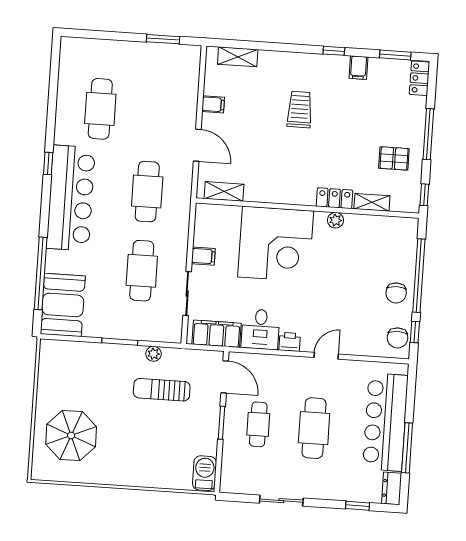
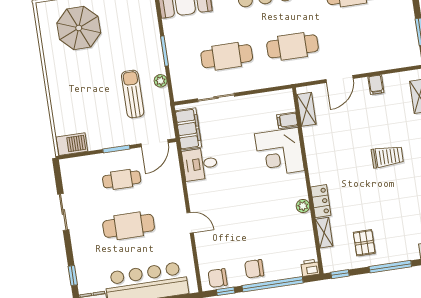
corner desk: (276, 244) -> (279, 152), width x0.74, depth x0.74
filing cabinet: (203, 256) -> (287, 120), moved, turned 90
printer: (290, 342) -> (310, 268), moved, turned -90

